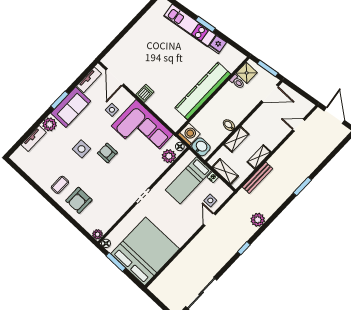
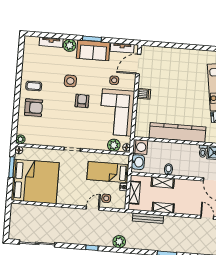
armchair: (79, 200) -> (34, 108), turned 180

